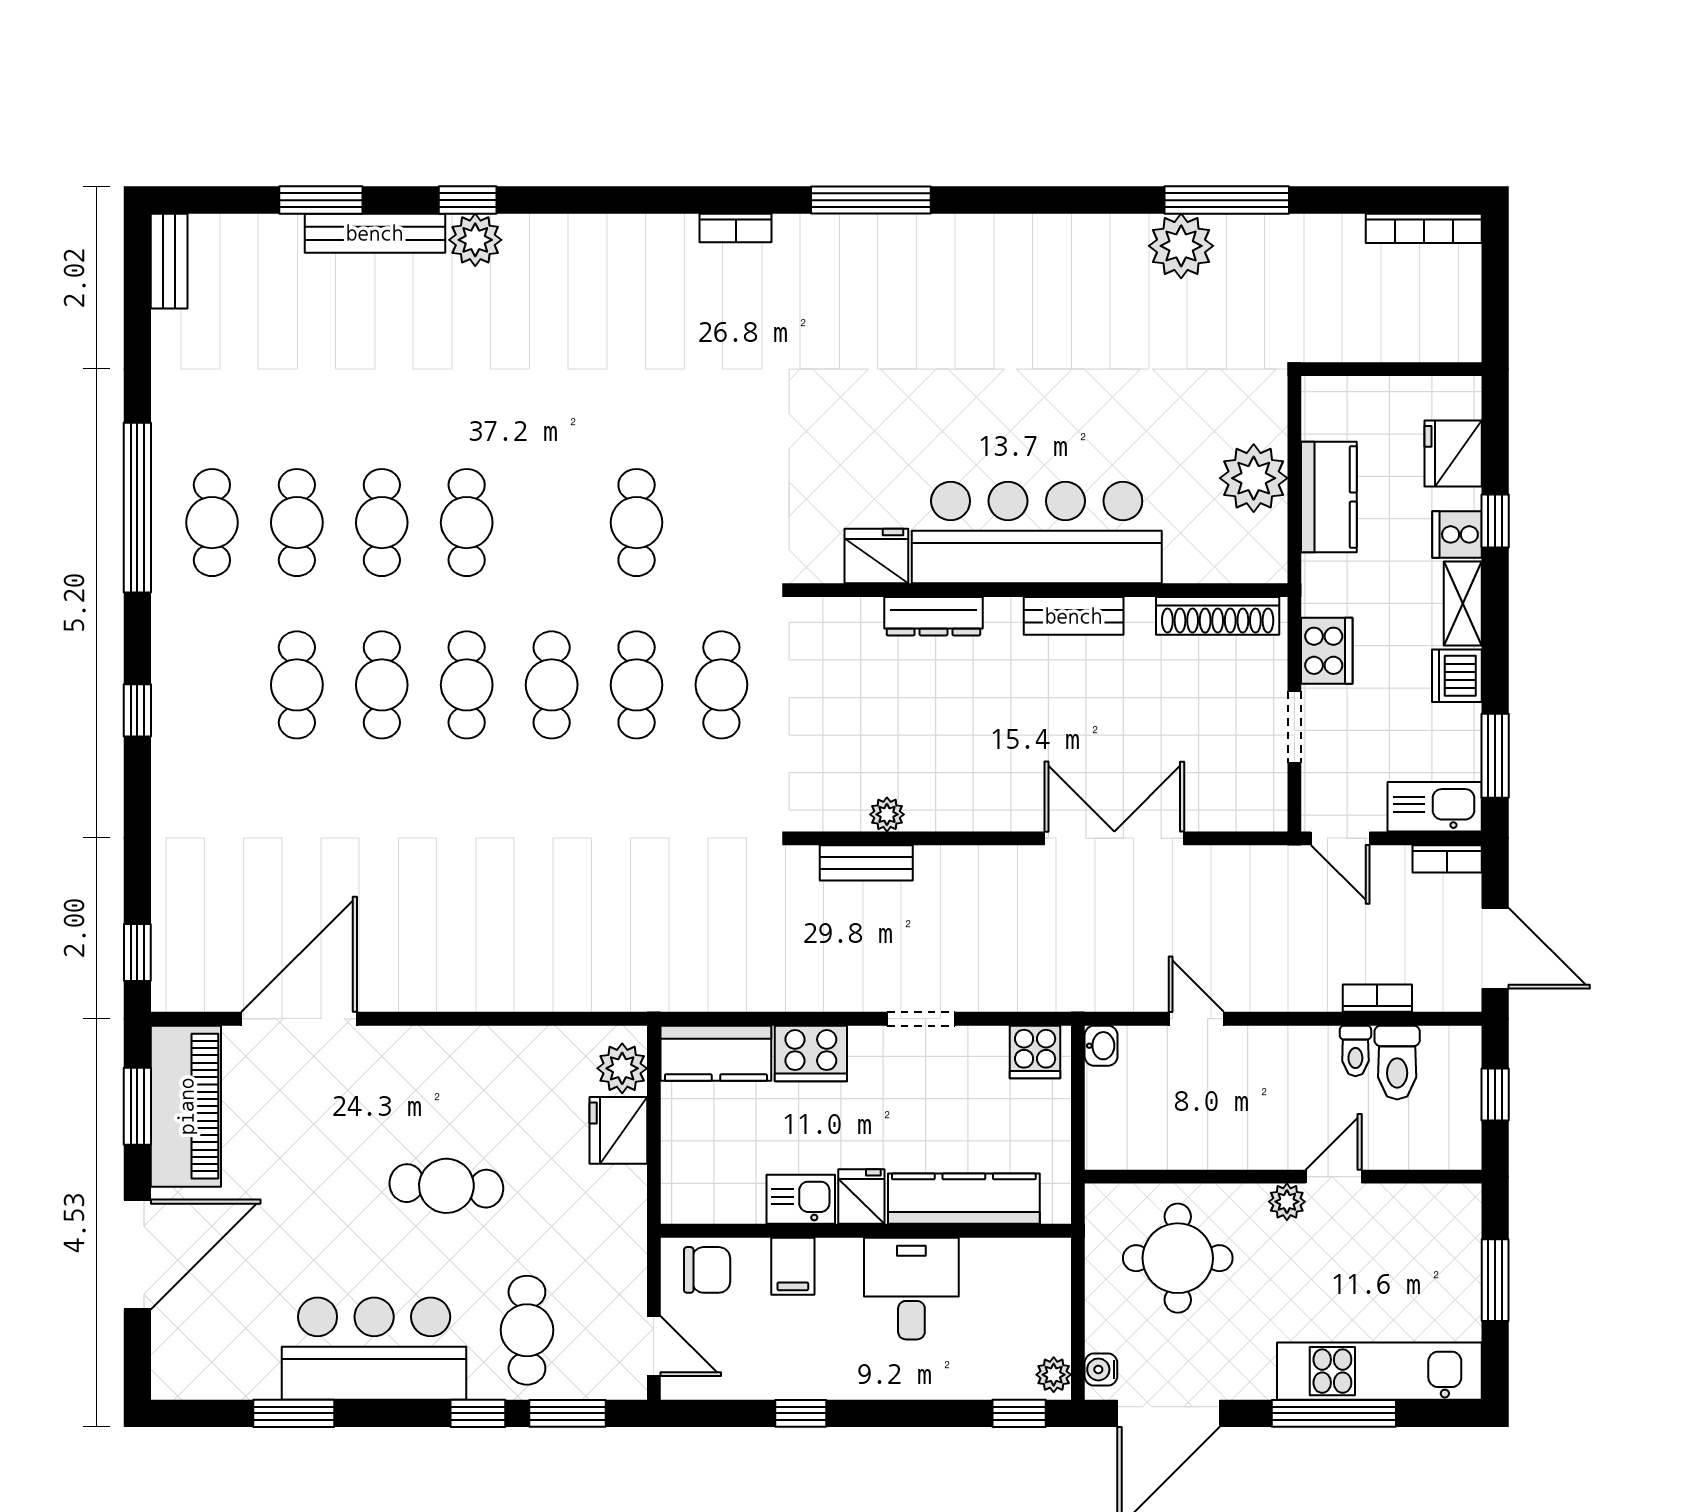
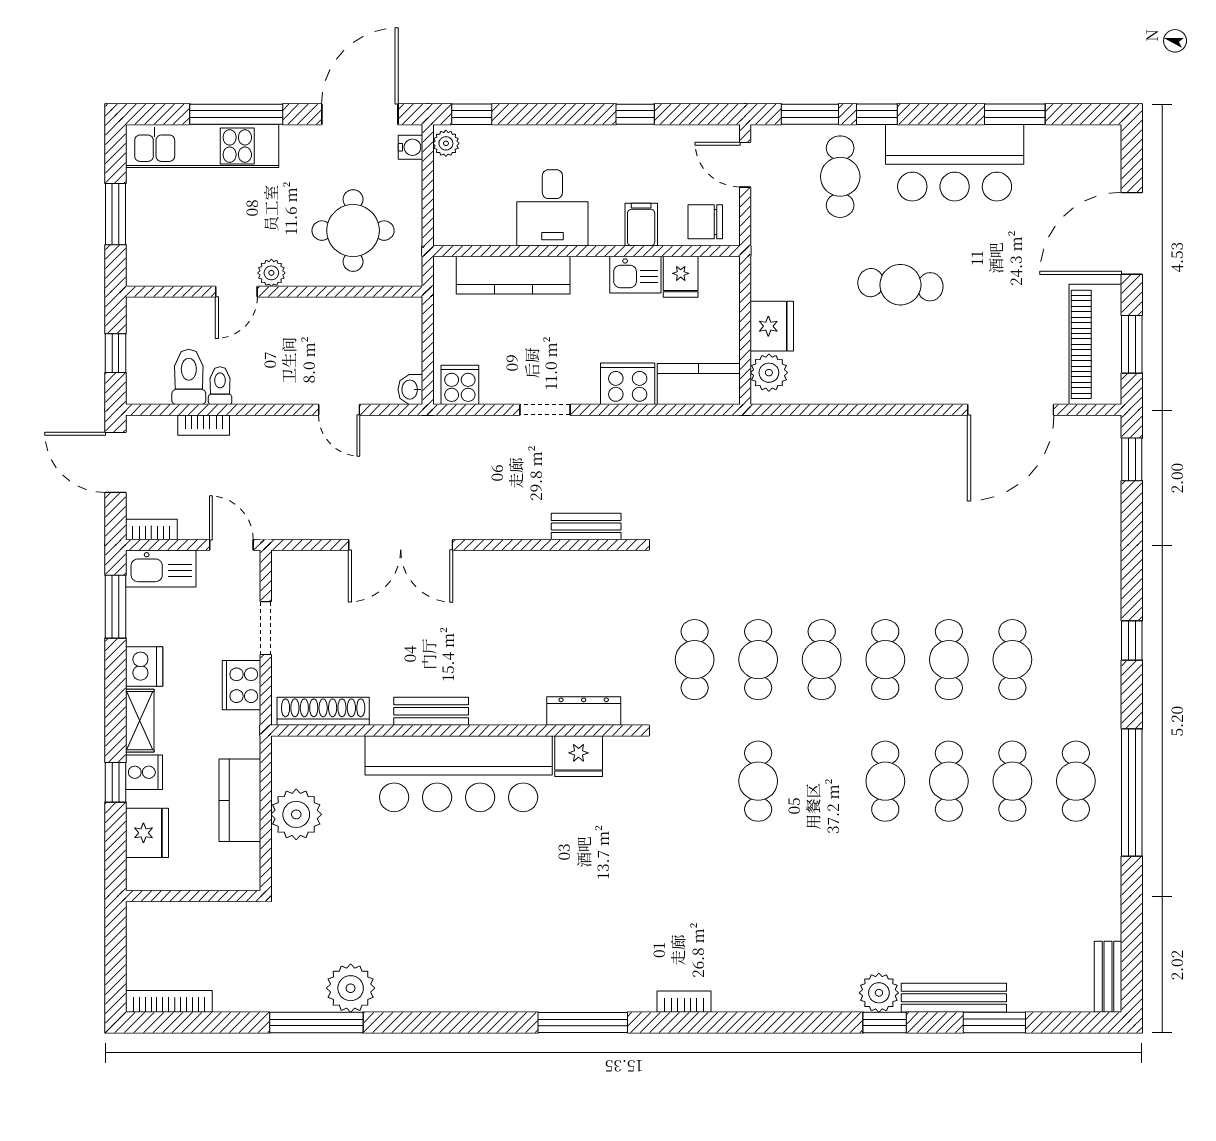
dresser: (933, 616) -> (584, 711), moved
plant: (887, 814) -> (571, 563), removed
fridge: (861, 1197) -> (681, 277), moved

